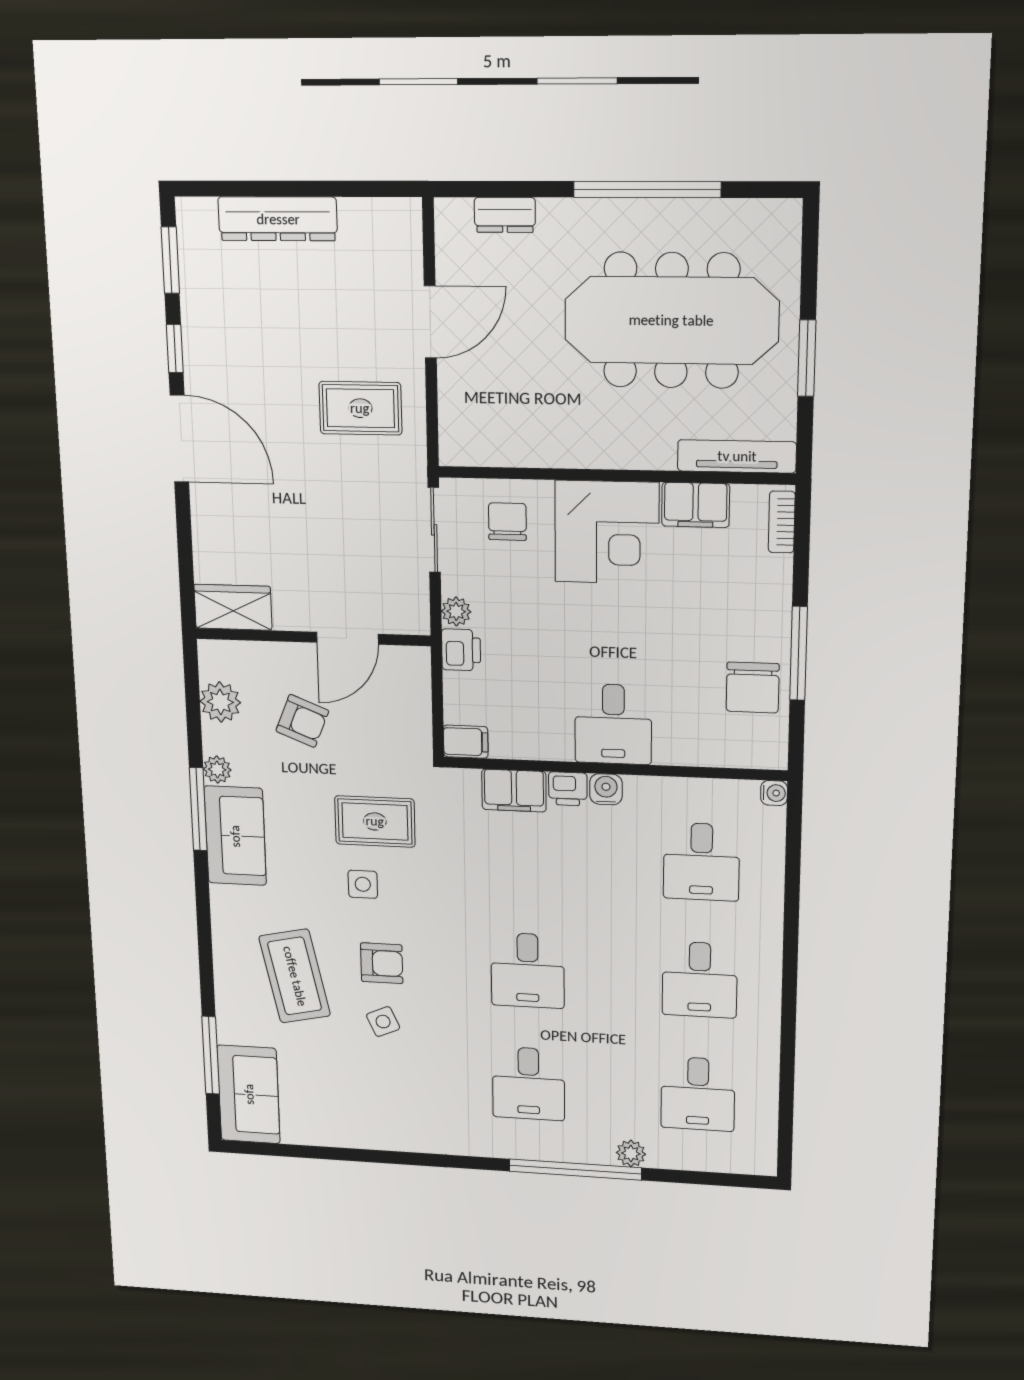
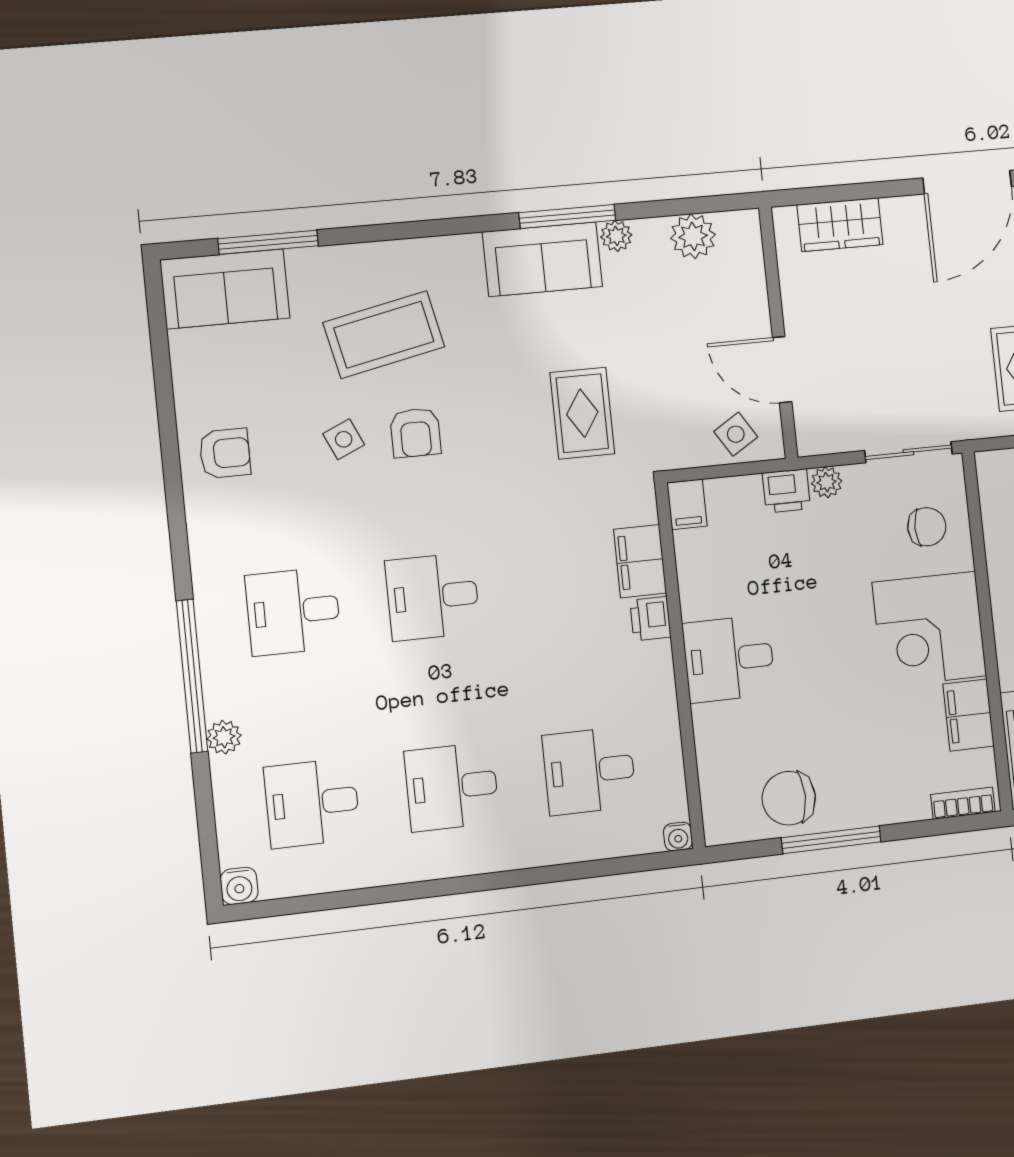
wardrobe: (233, 607) -> (840, 225), moved, turned 90
armchair: (302, 721) -> (225, 453), moved, turned -112
water cooler: (606, 789) -> (239, 886), moved, turned 90
side table: (363, 884) -> (736, 434), moved, turned -32

